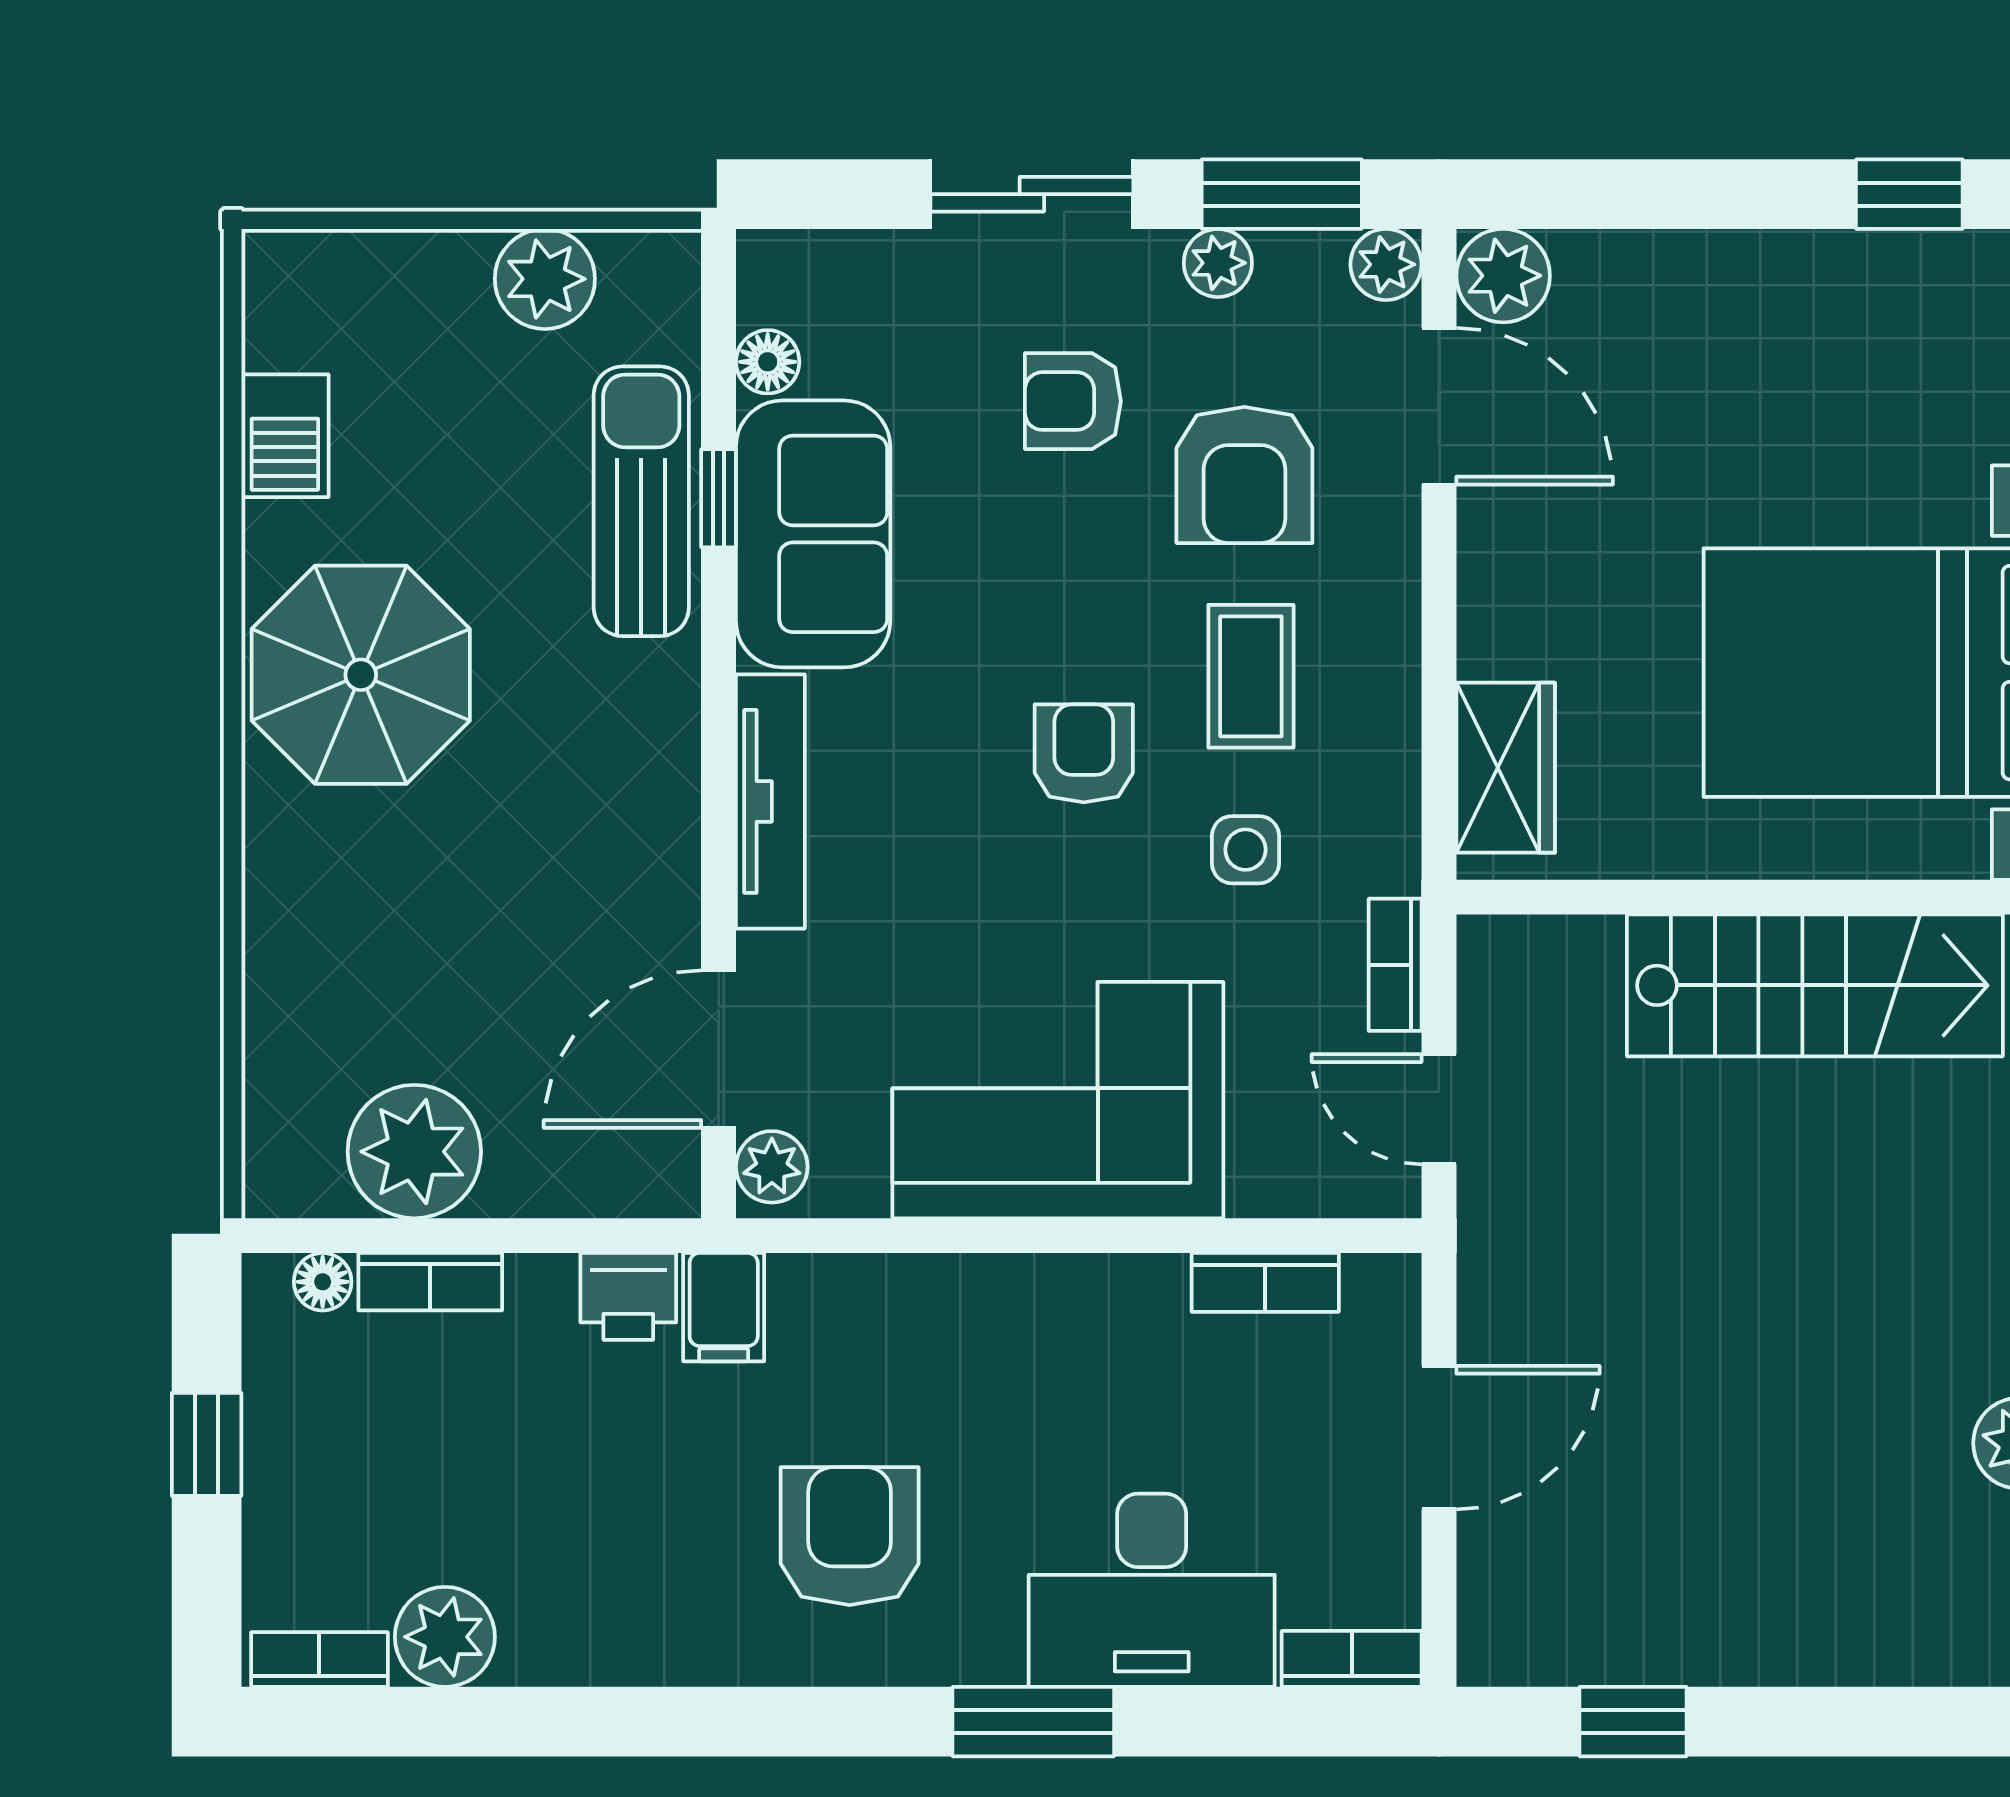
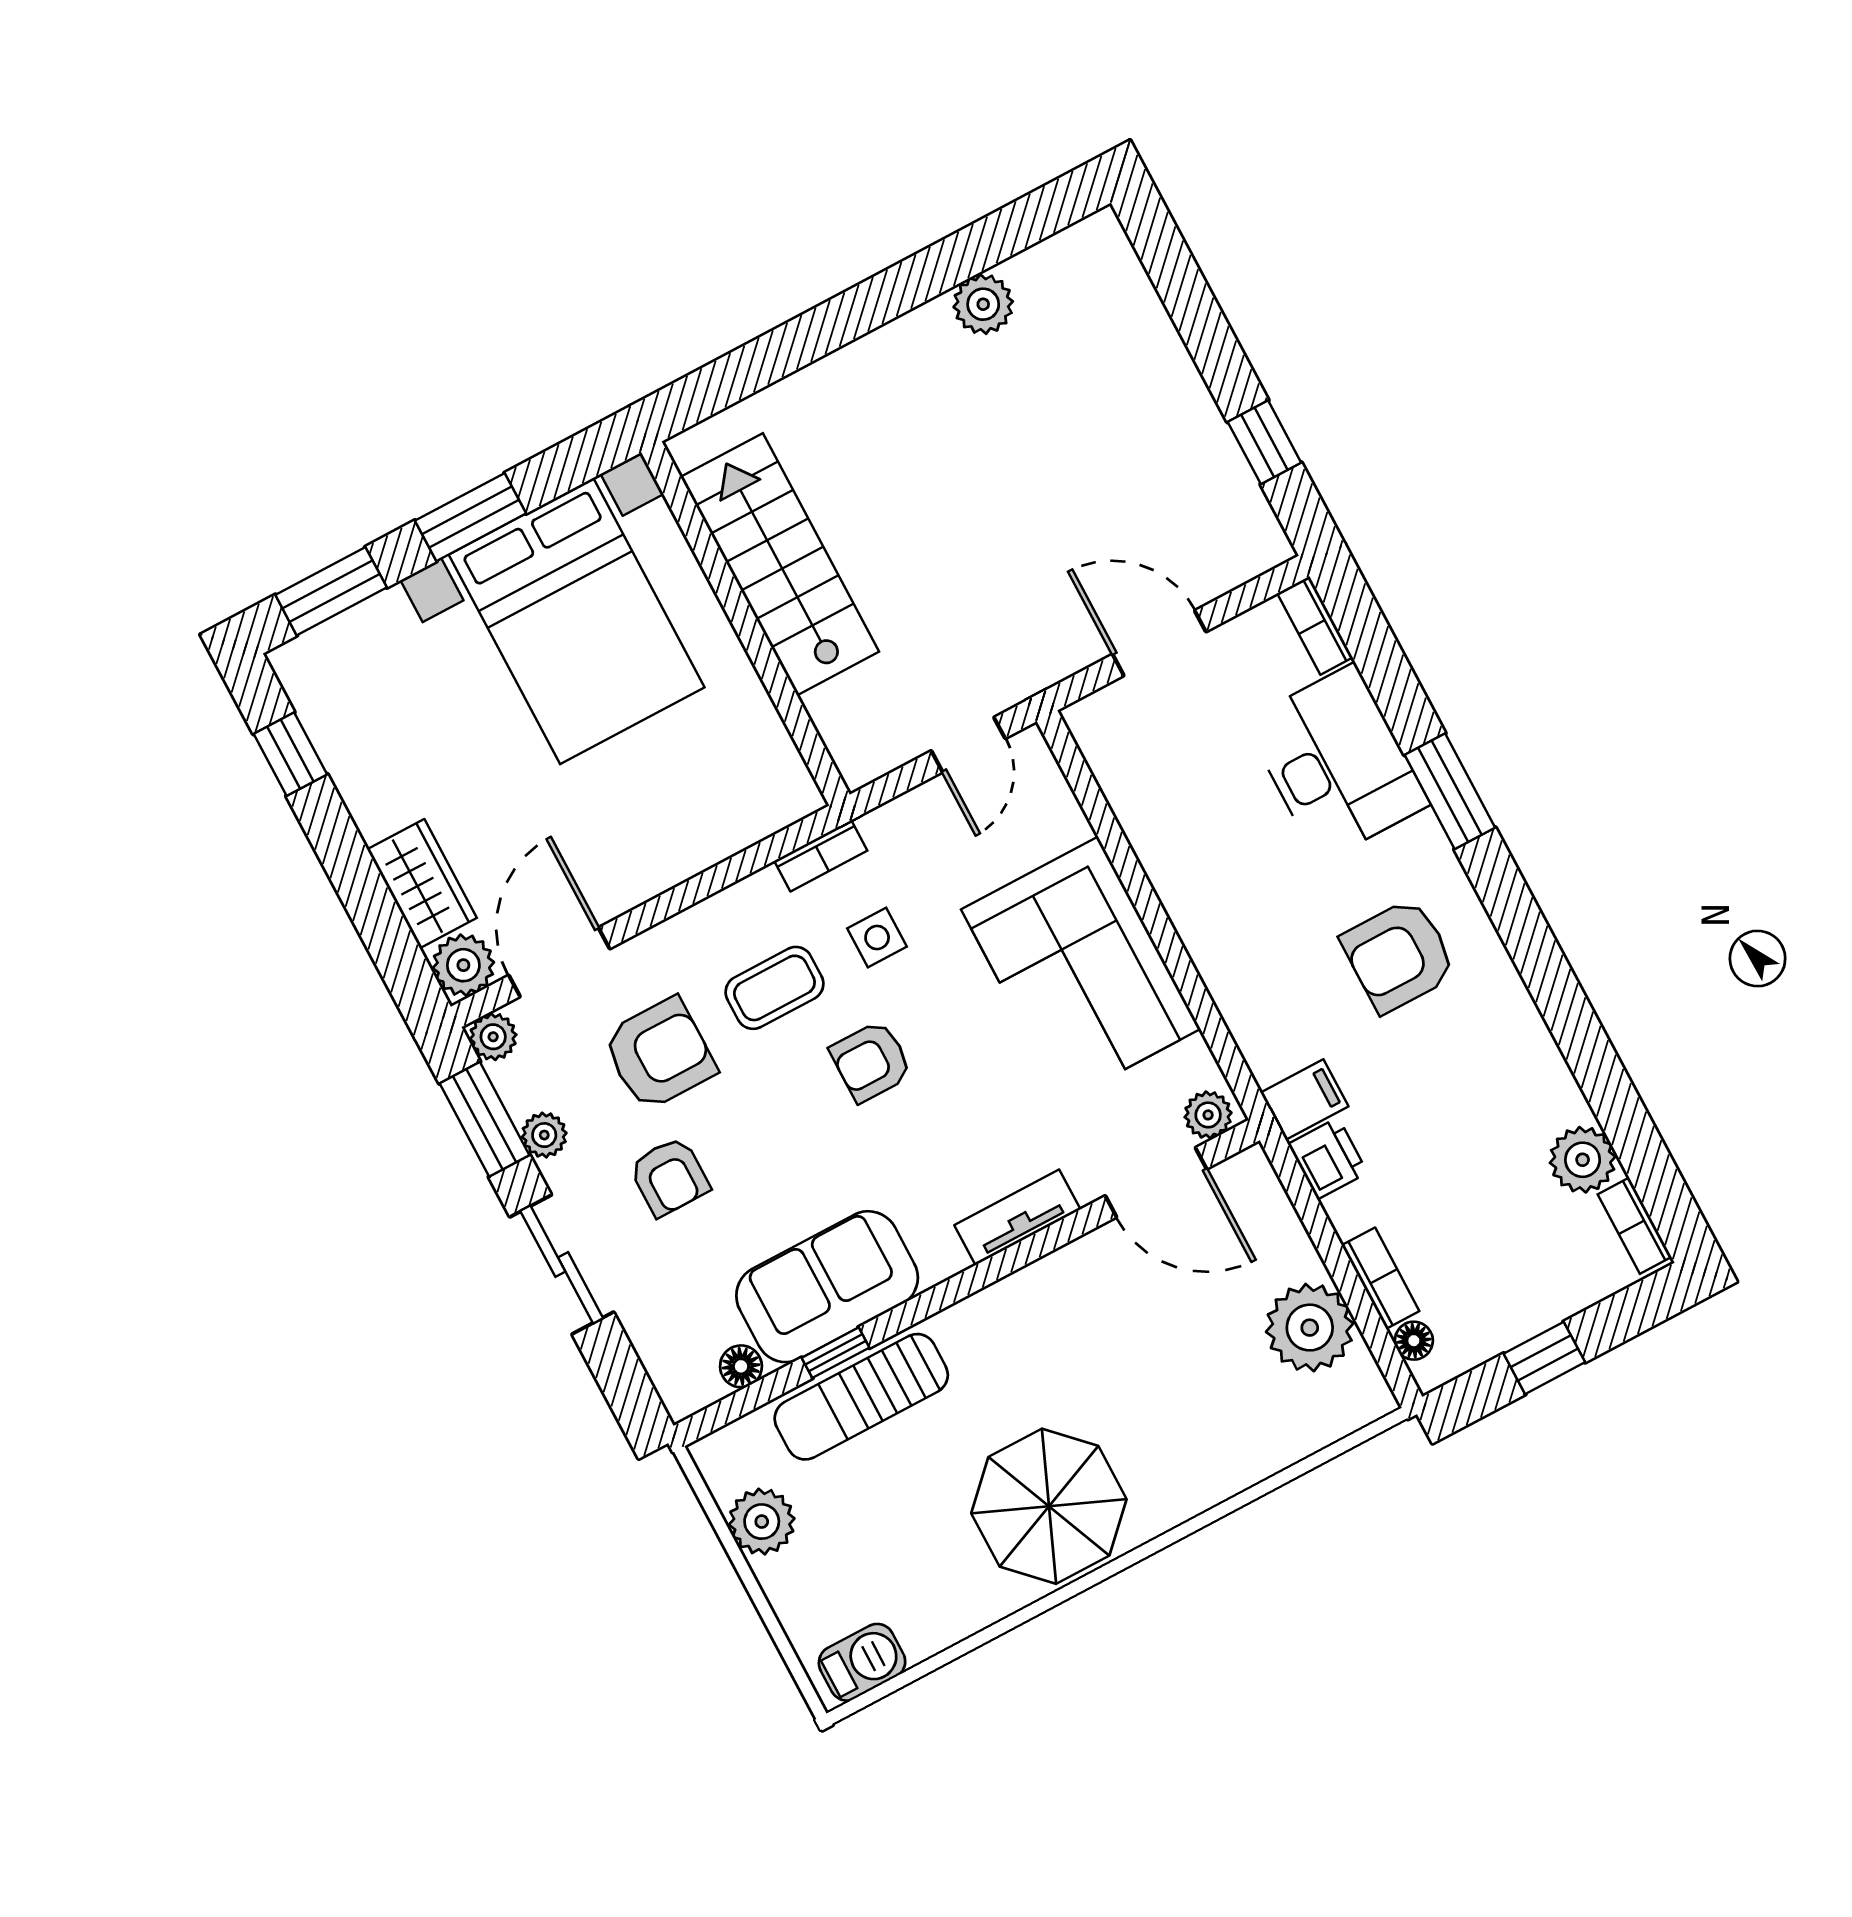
barbecue: (285, 436) -> (862, 1662), moved
wardrobe: (1506, 768) -> (422, 884), moved, turned 90
tv unit: (770, 801) -> (1017, 1217), width x0.71
bookcase: (1395, 965) -> (821, 856), moved
bookcase: (1265, 1282) -> (1123, 792), removed

